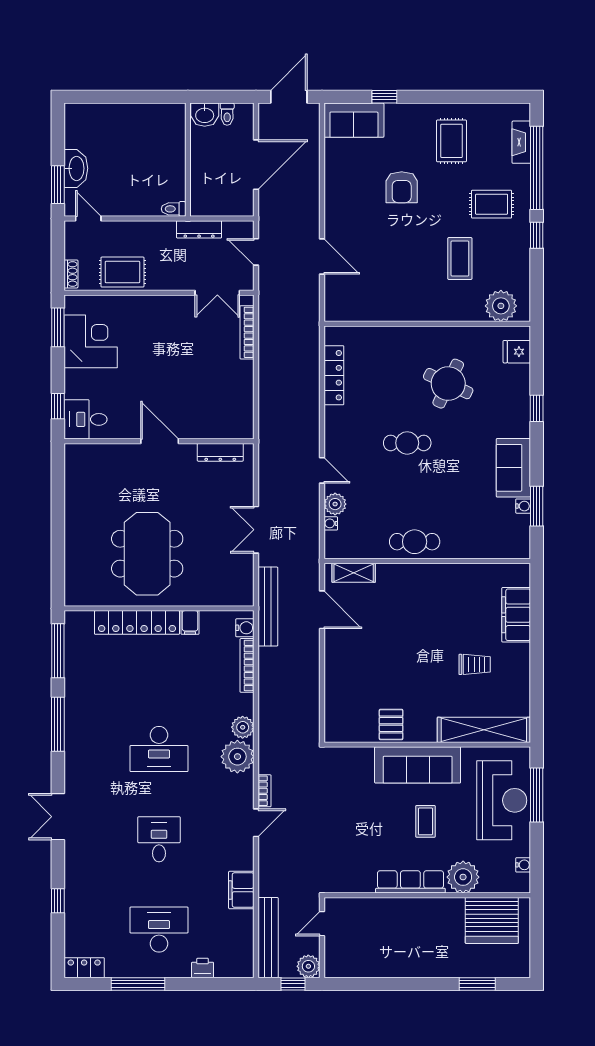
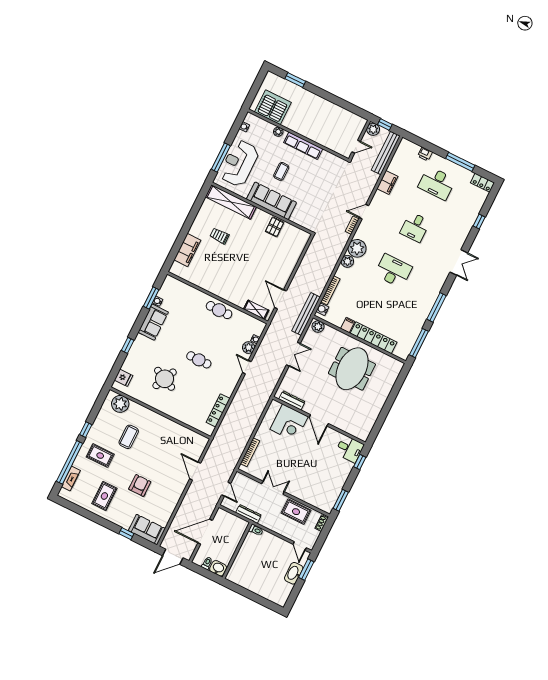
double door: (217, 293) -> (273, 488), moved
corner desk: (91, 341) -> (289, 423), moved, turned -90
plant: (238, 596) -> (318, 327), added
plant: (463, 877) -> (278, 132), width x0.53, depth x0.53

